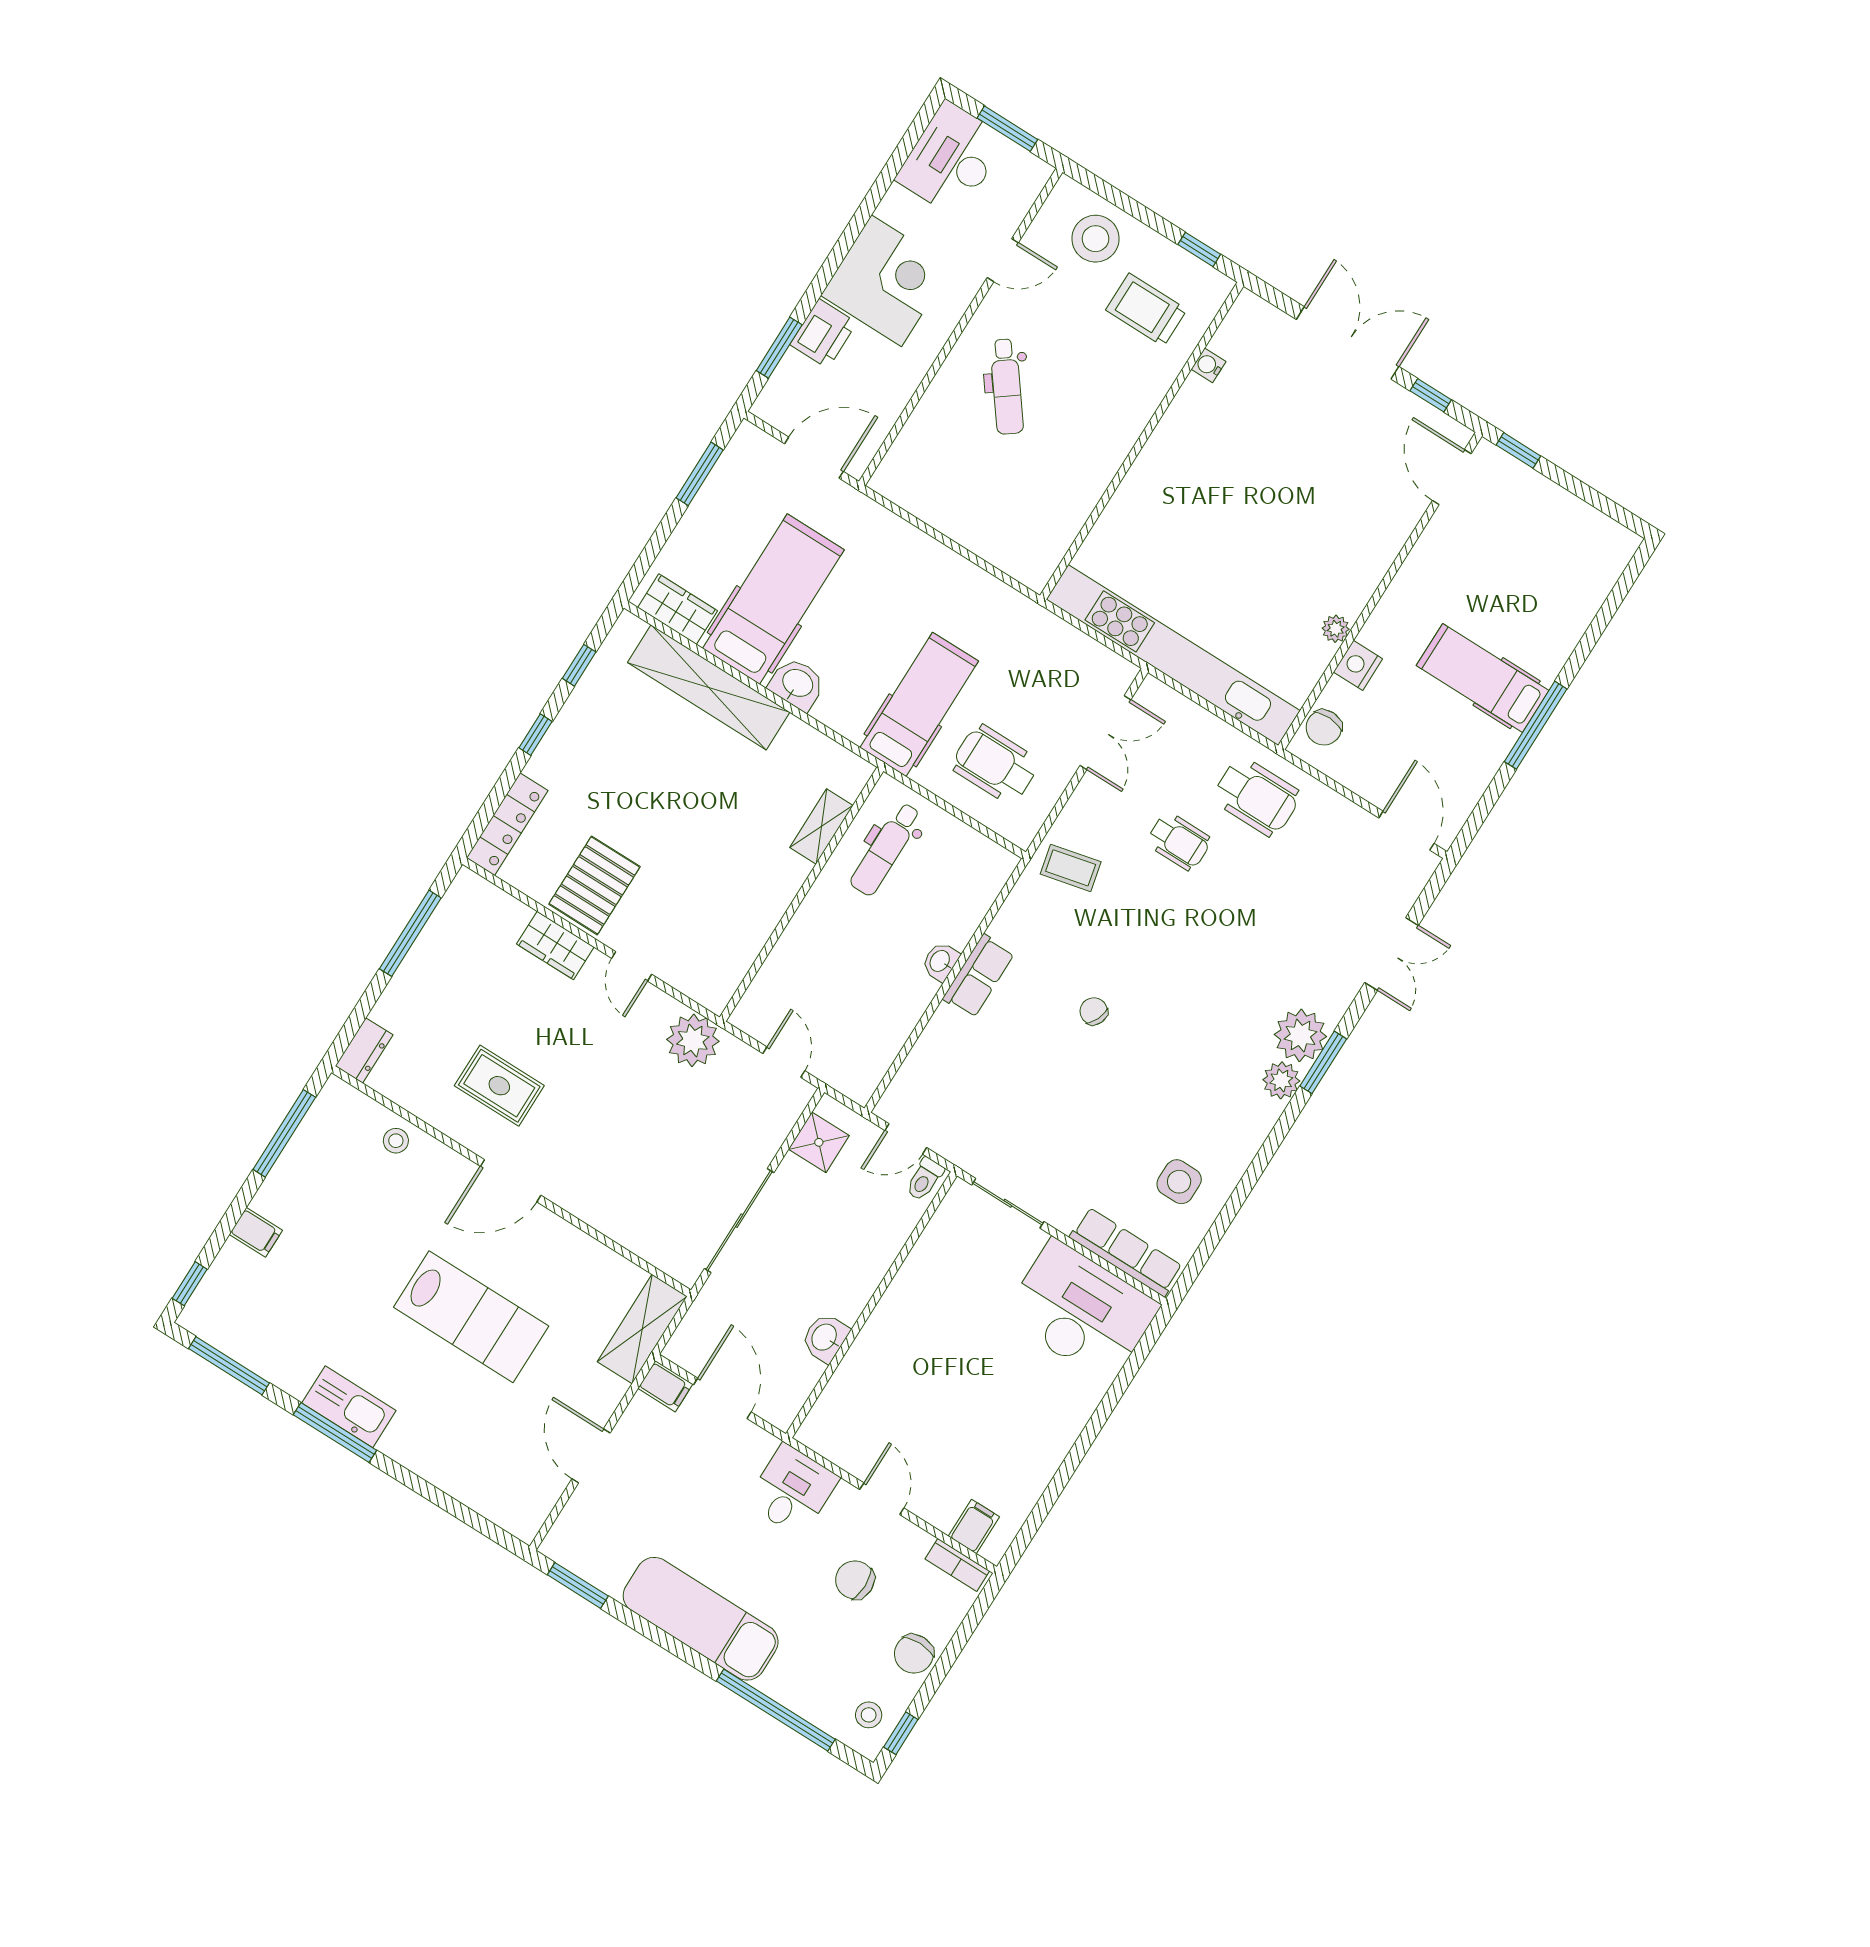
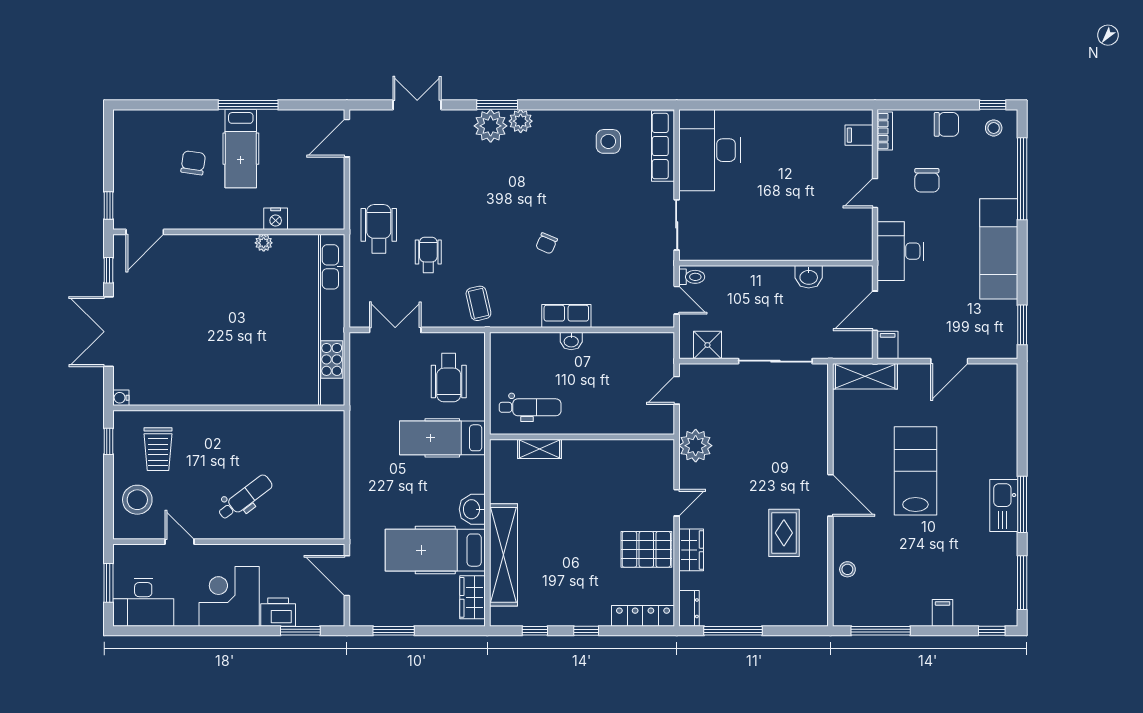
water cooler: (1209, 365) -> (121, 398), moved, turned 90
chair: (1324, 728) -> (193, 163), moved, turned -84
dresser: (364, 1050) -> (689, 608), moved, turned 90
desk: (792, 1490) -> (900, 251), width x1.37

